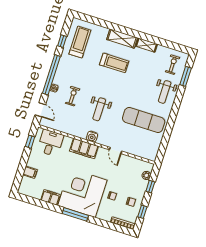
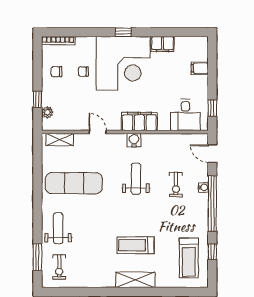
shelving: (146, 45) -> (60, 140), moved
window: (142, 212) -> (37, 64), removed
window: (75, 214) -> (123, 32), width x0.46

